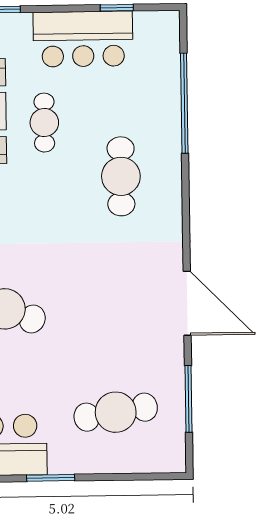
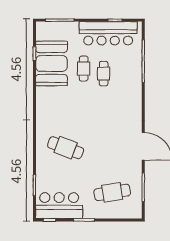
bar counter: (83, 39) -> (108, 33), width x1.36
cafe table: (121, 176) -> (104, 74), moved, width x0.73, depth x0.74

